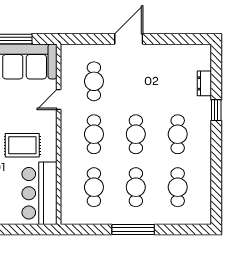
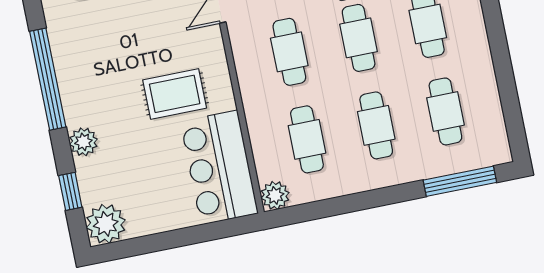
plant: (69, 216) -> (275, 195), added
window: (133, 230) -> (460, 181), moved

